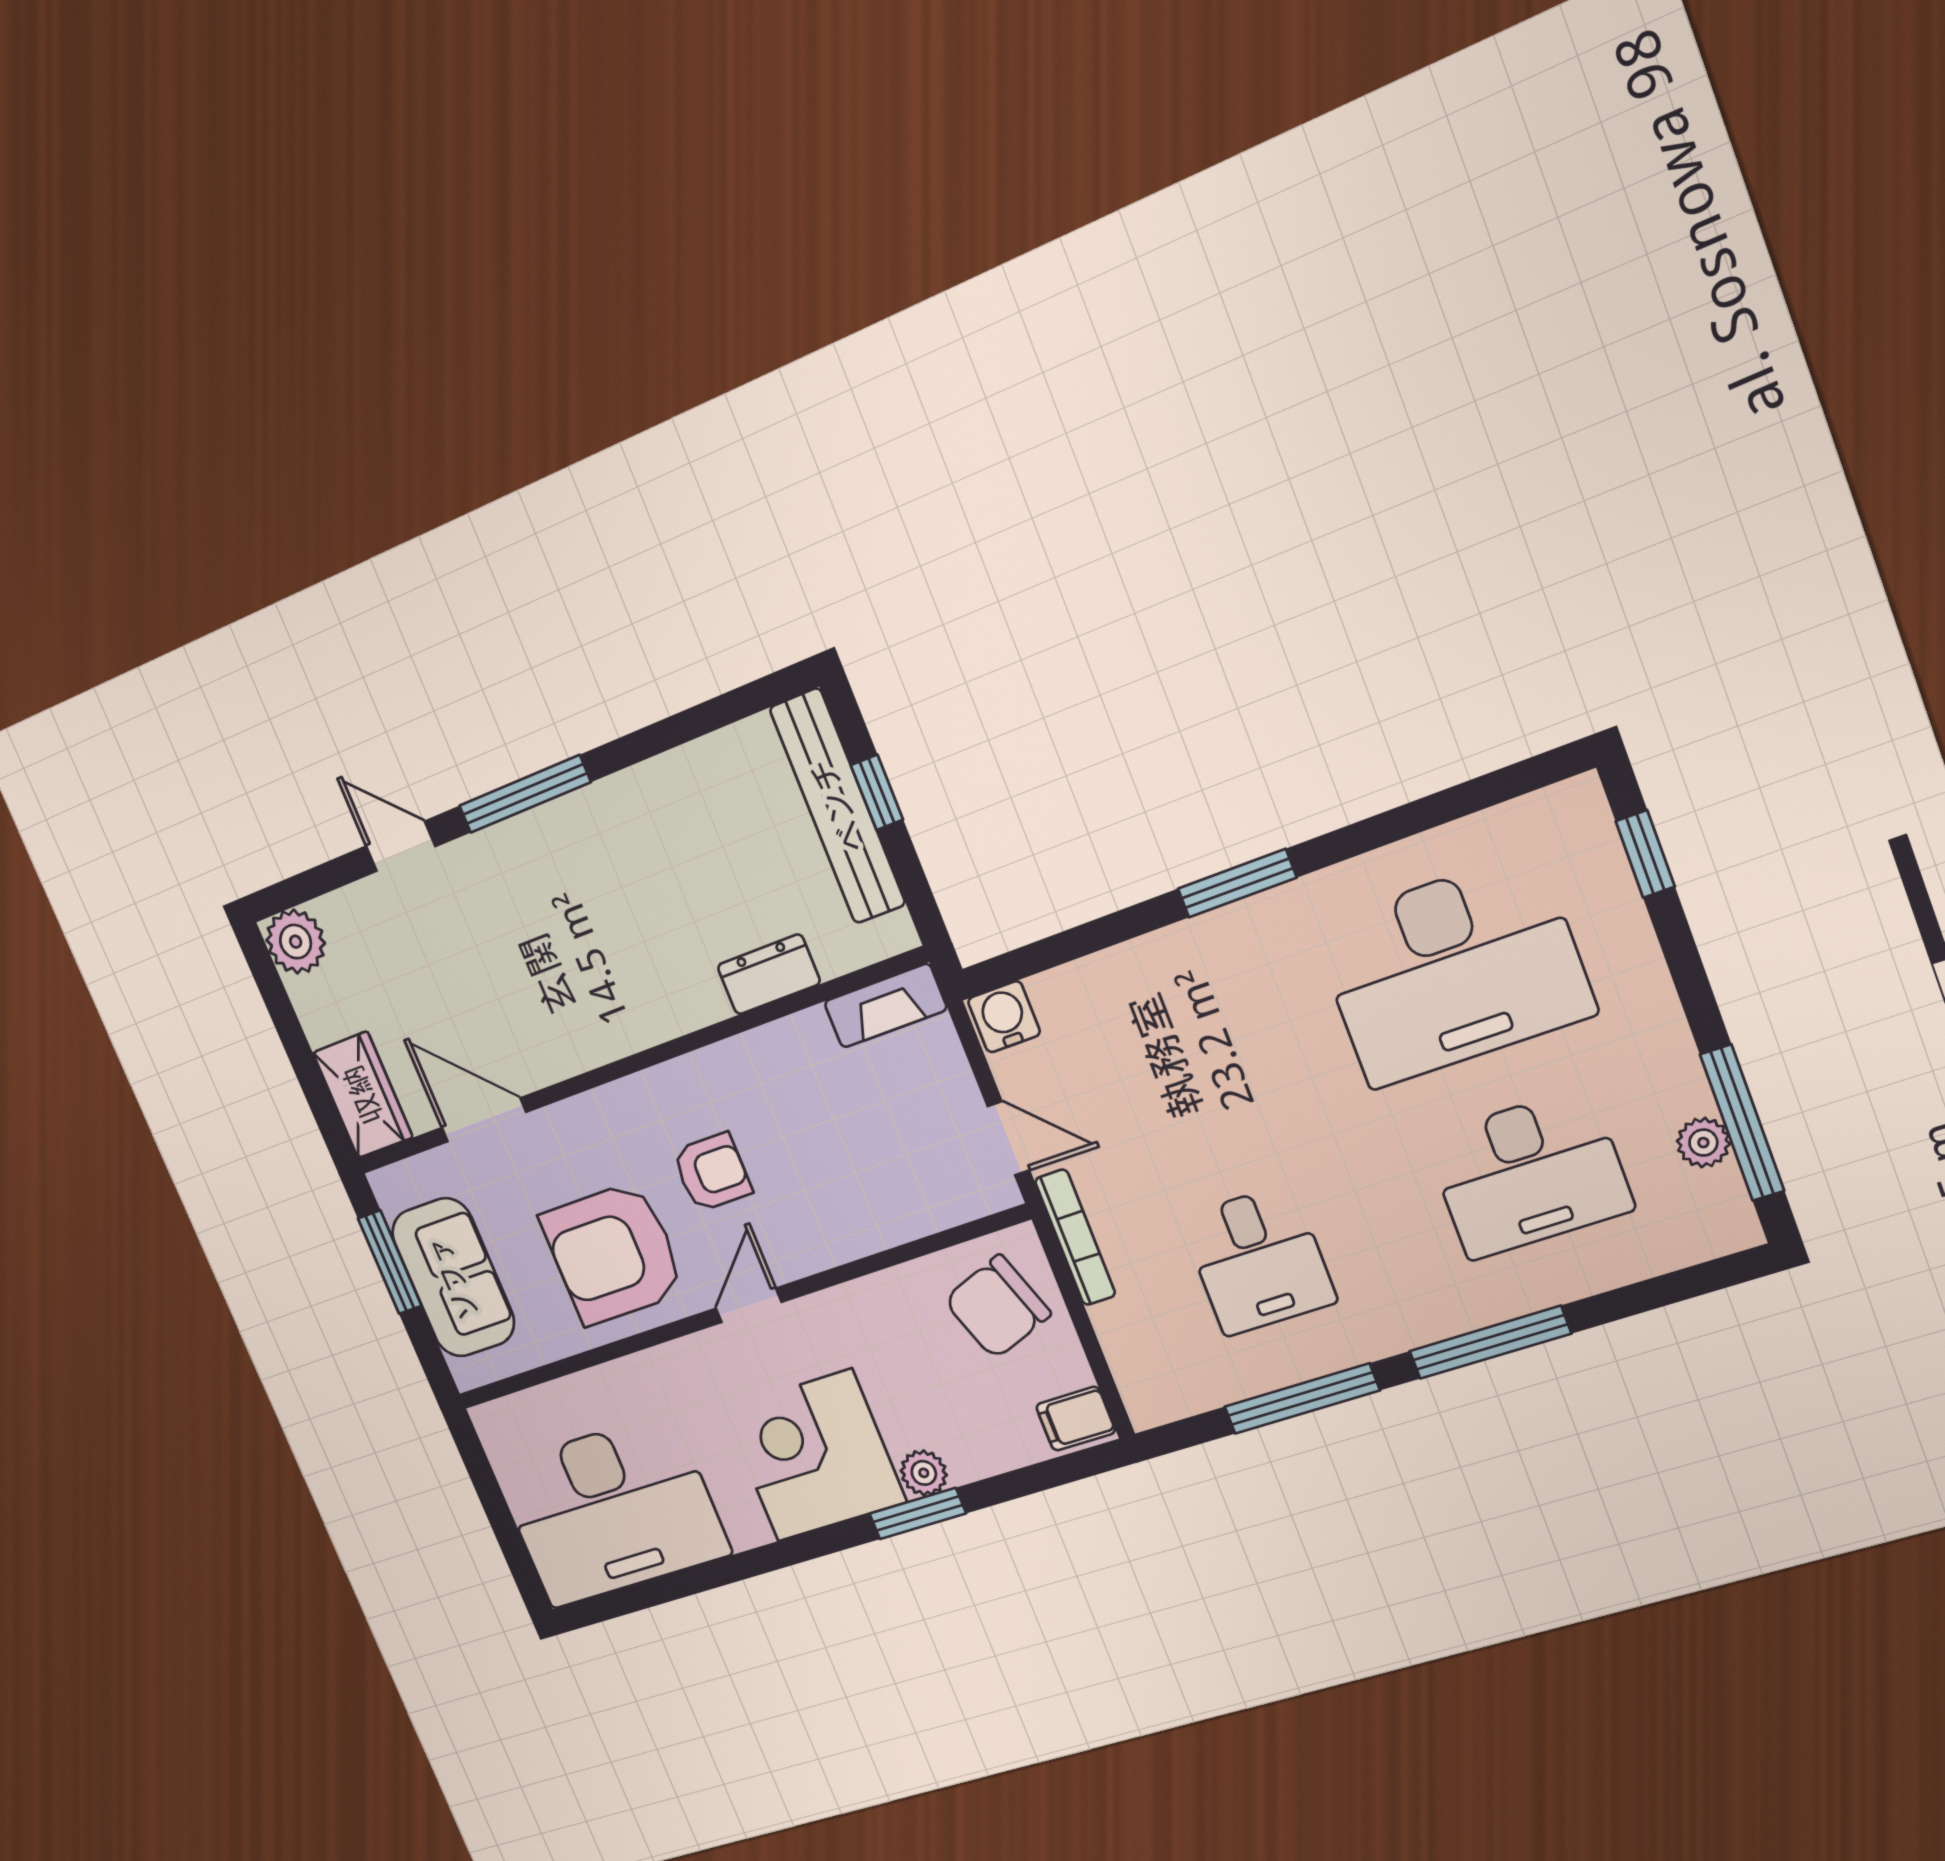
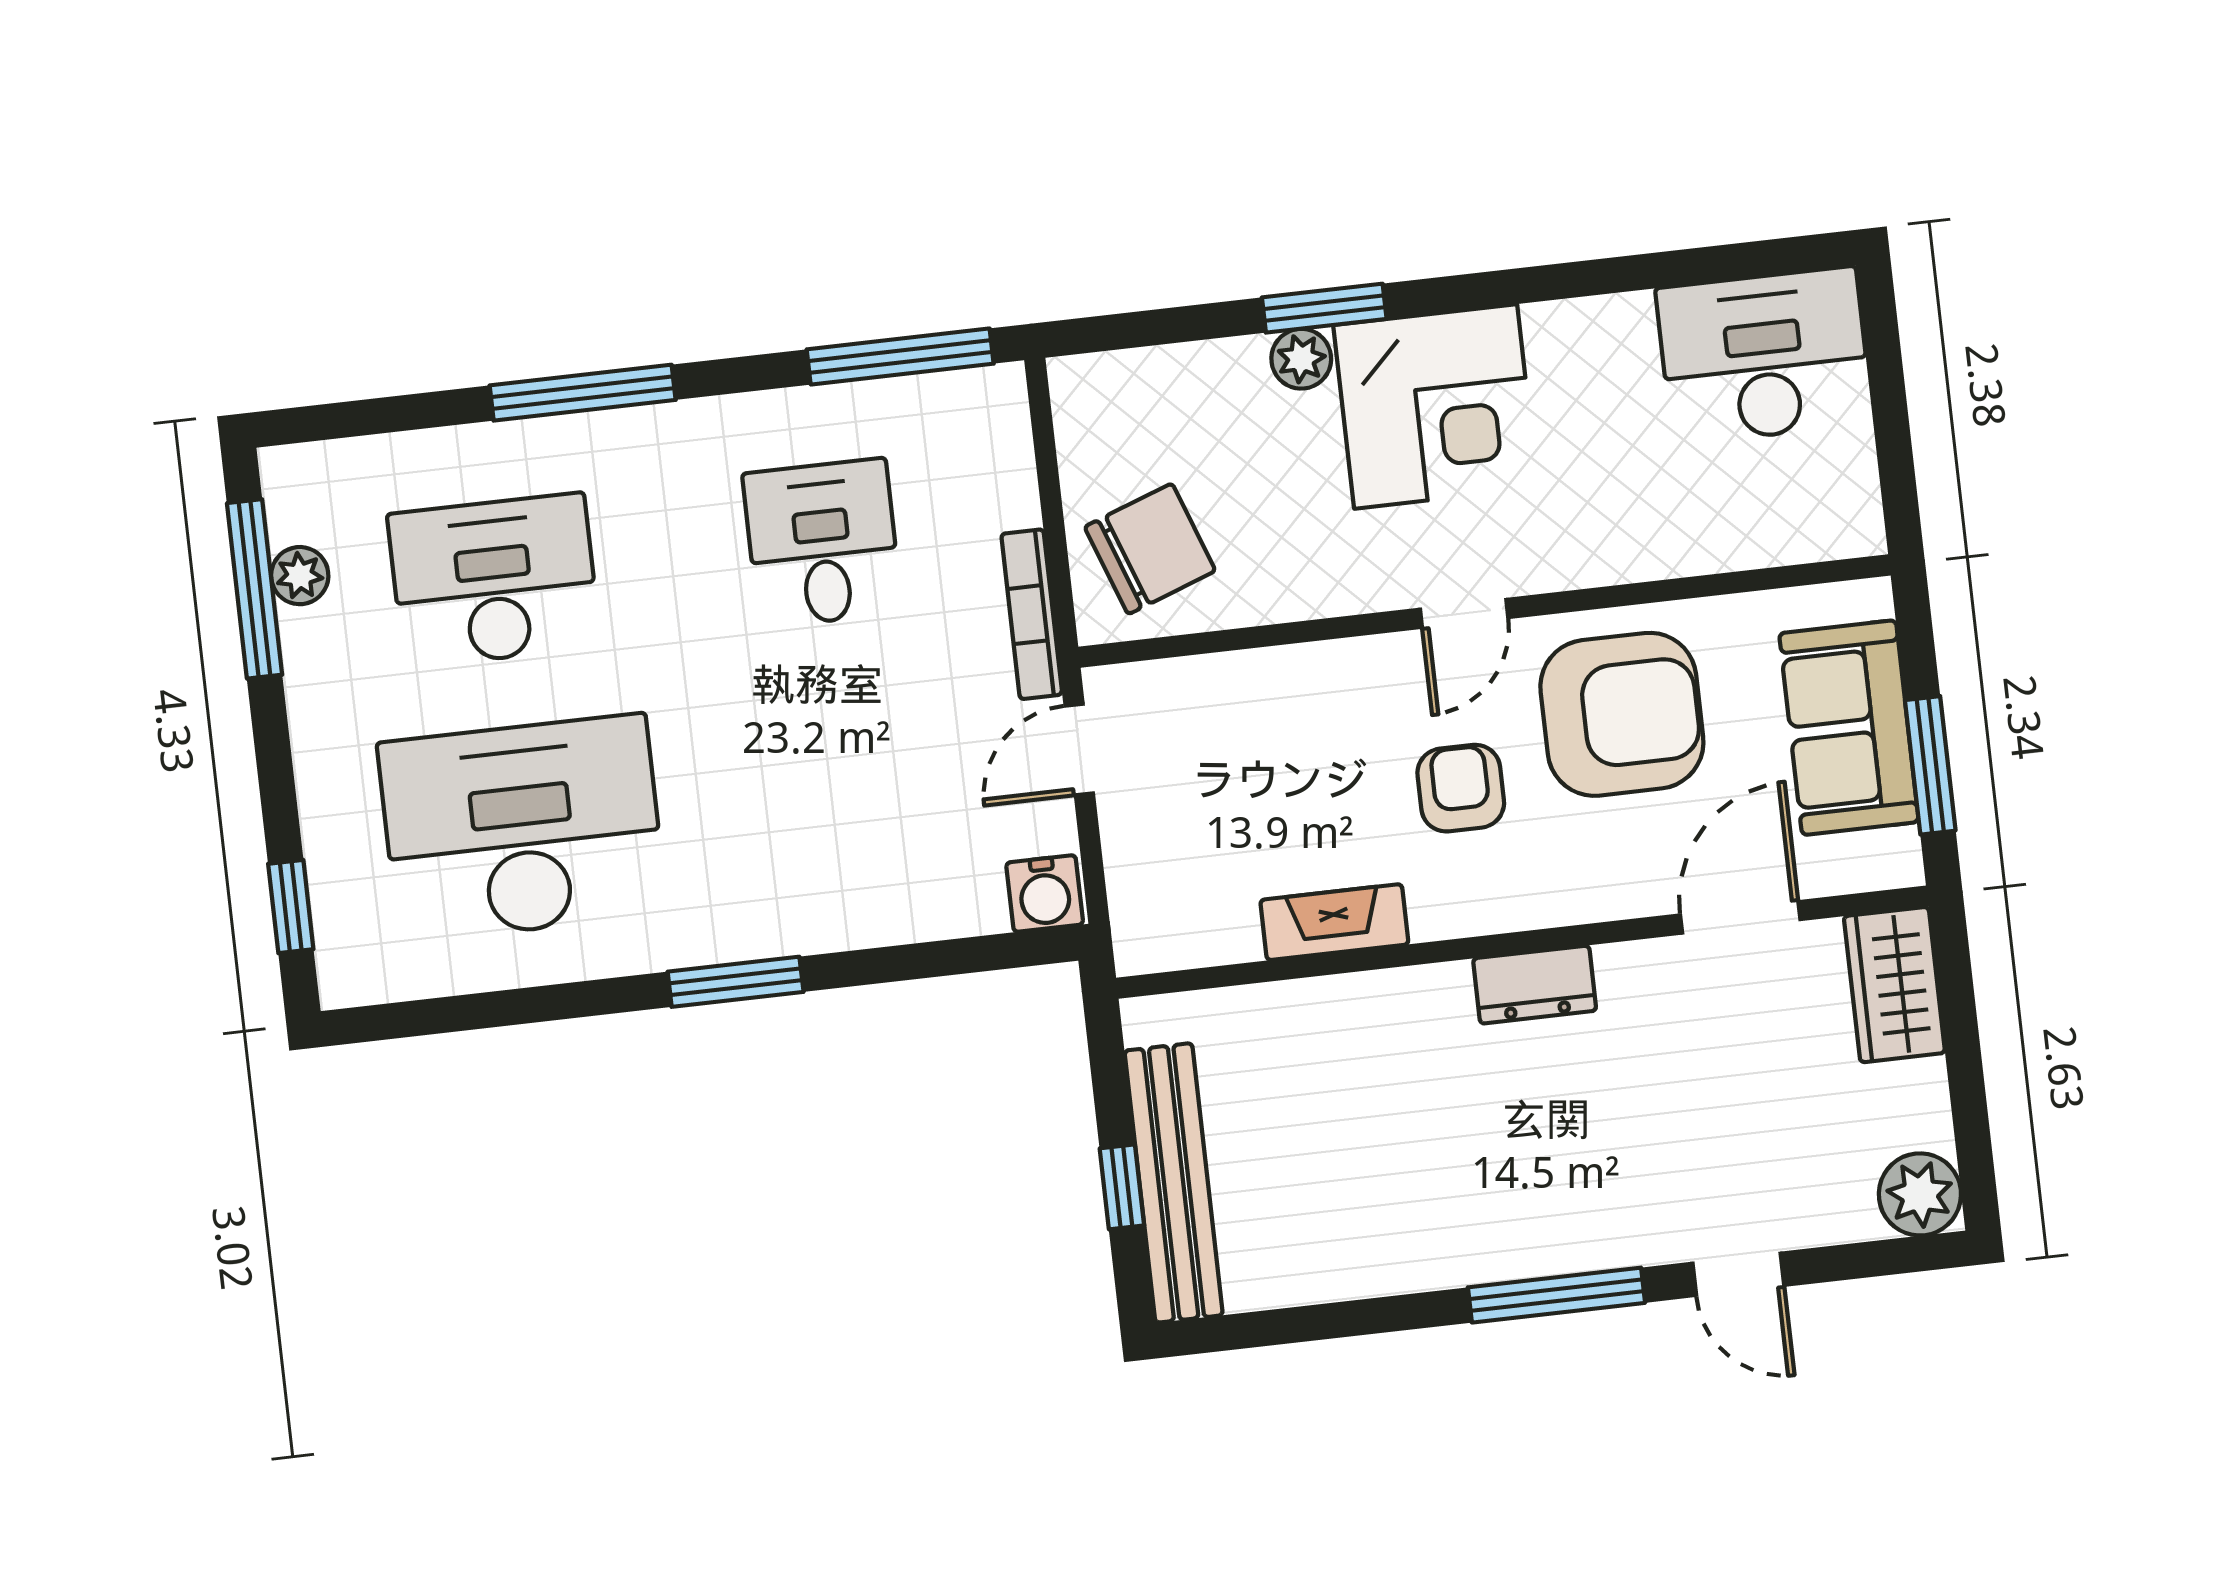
dresser: (769, 974) -> (1535, 985), moved
fireplace: (885, 1006) -> (1334, 922), moved
door: (484, 1120) -> (1740, 917), swing flipped
door: (1008, 1138) -> (1079, 749), hinge flipped
armchair: (712, 1172) -> (1461, 788), turned 90
window: (1302, 1399) -> (900, 357), moved
filing cabinet: (1076, 1419) -> (1092, 392), removed
desk: (612, 1510) -> (1764, 356), width x0.73, depth x0.77

